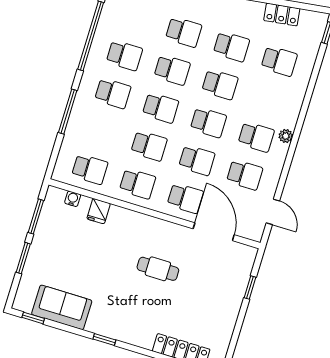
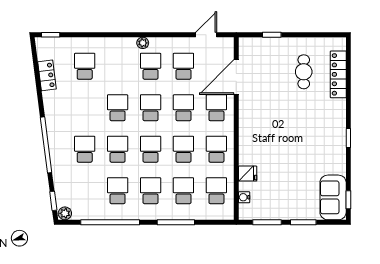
school desk: (231, 47) -> (183, 191), moved
cafe table: (158, 269) -> (304, 72), moved
sofa: (62, 307) -> (333, 197), moved

